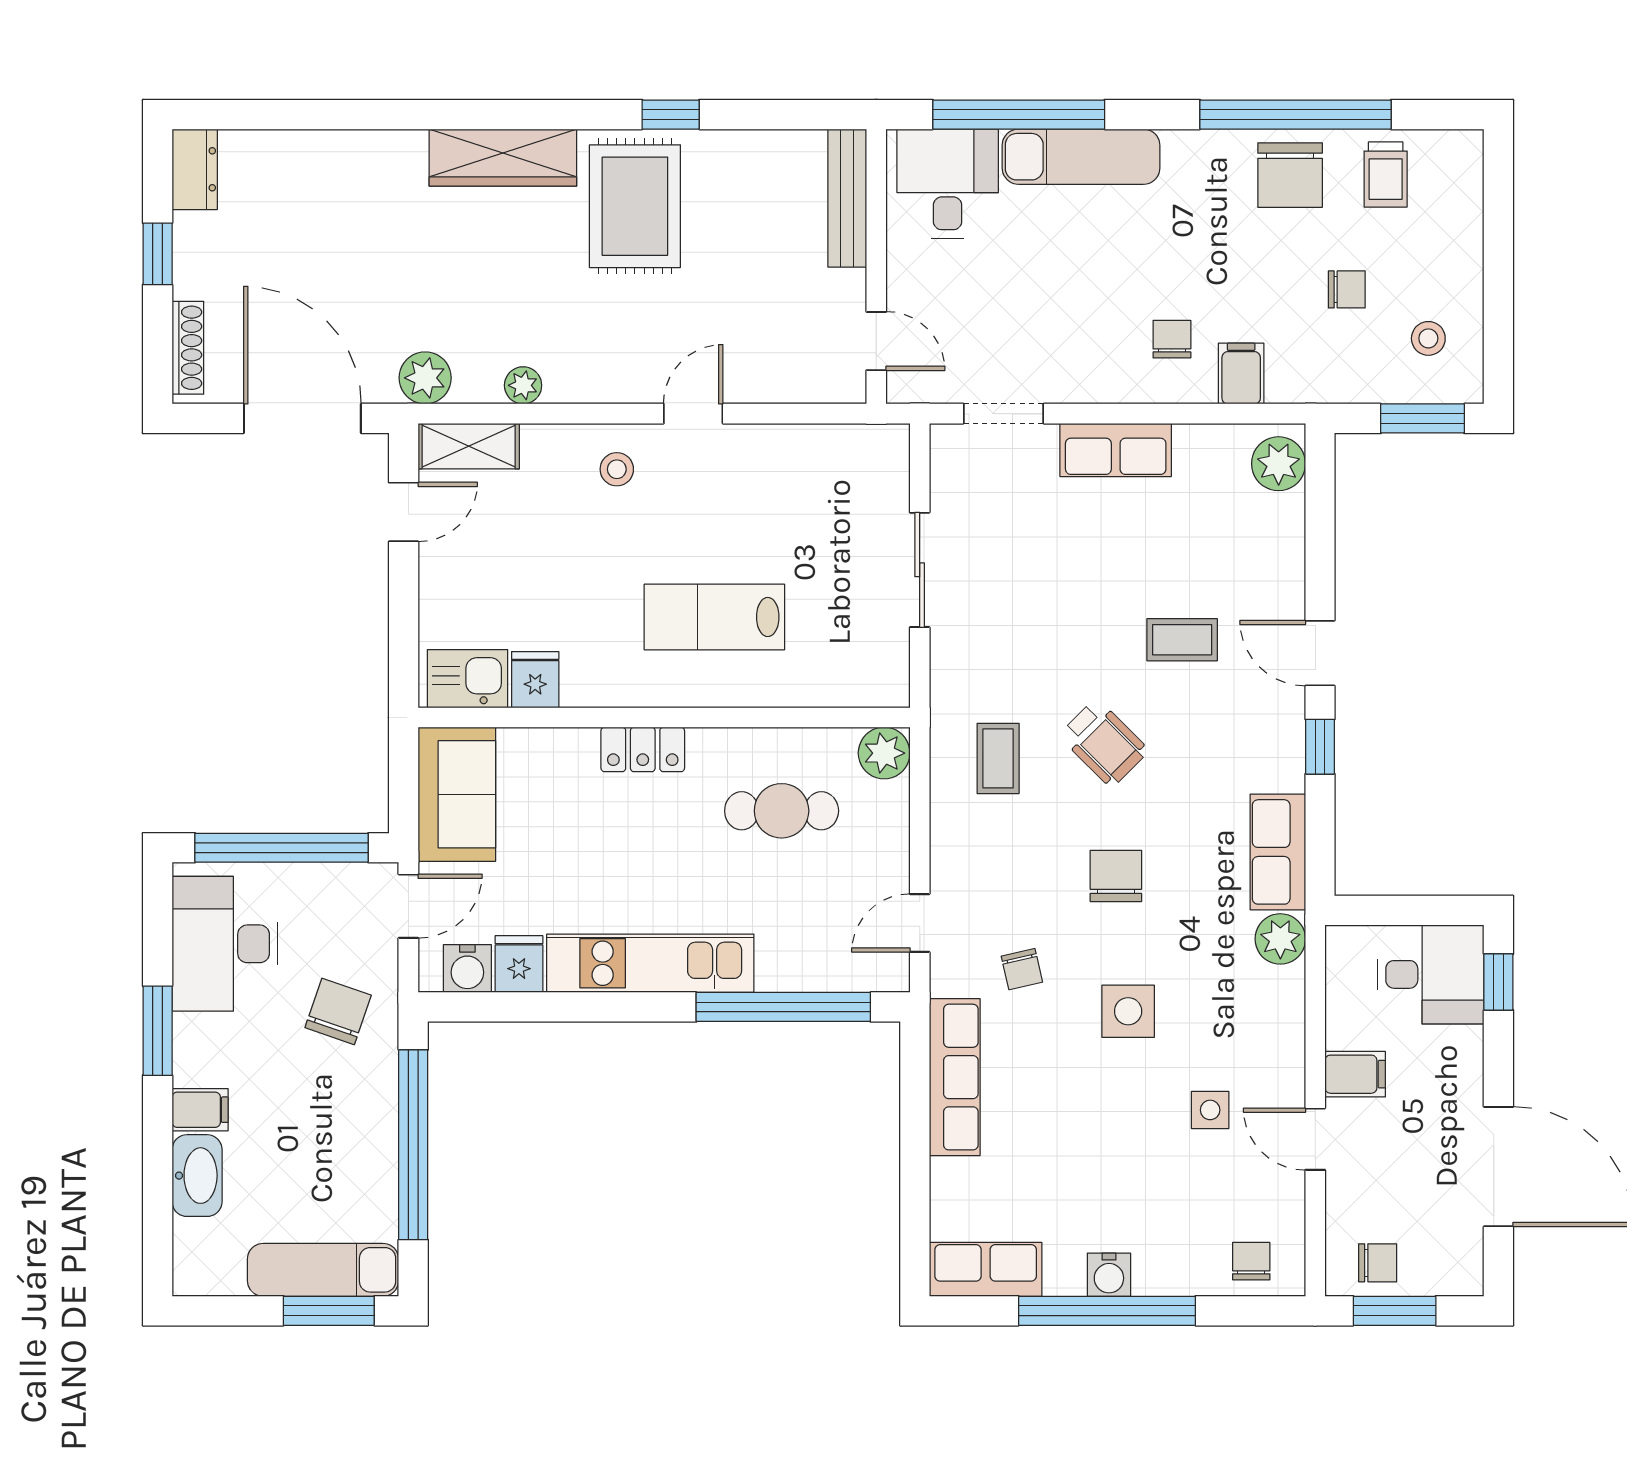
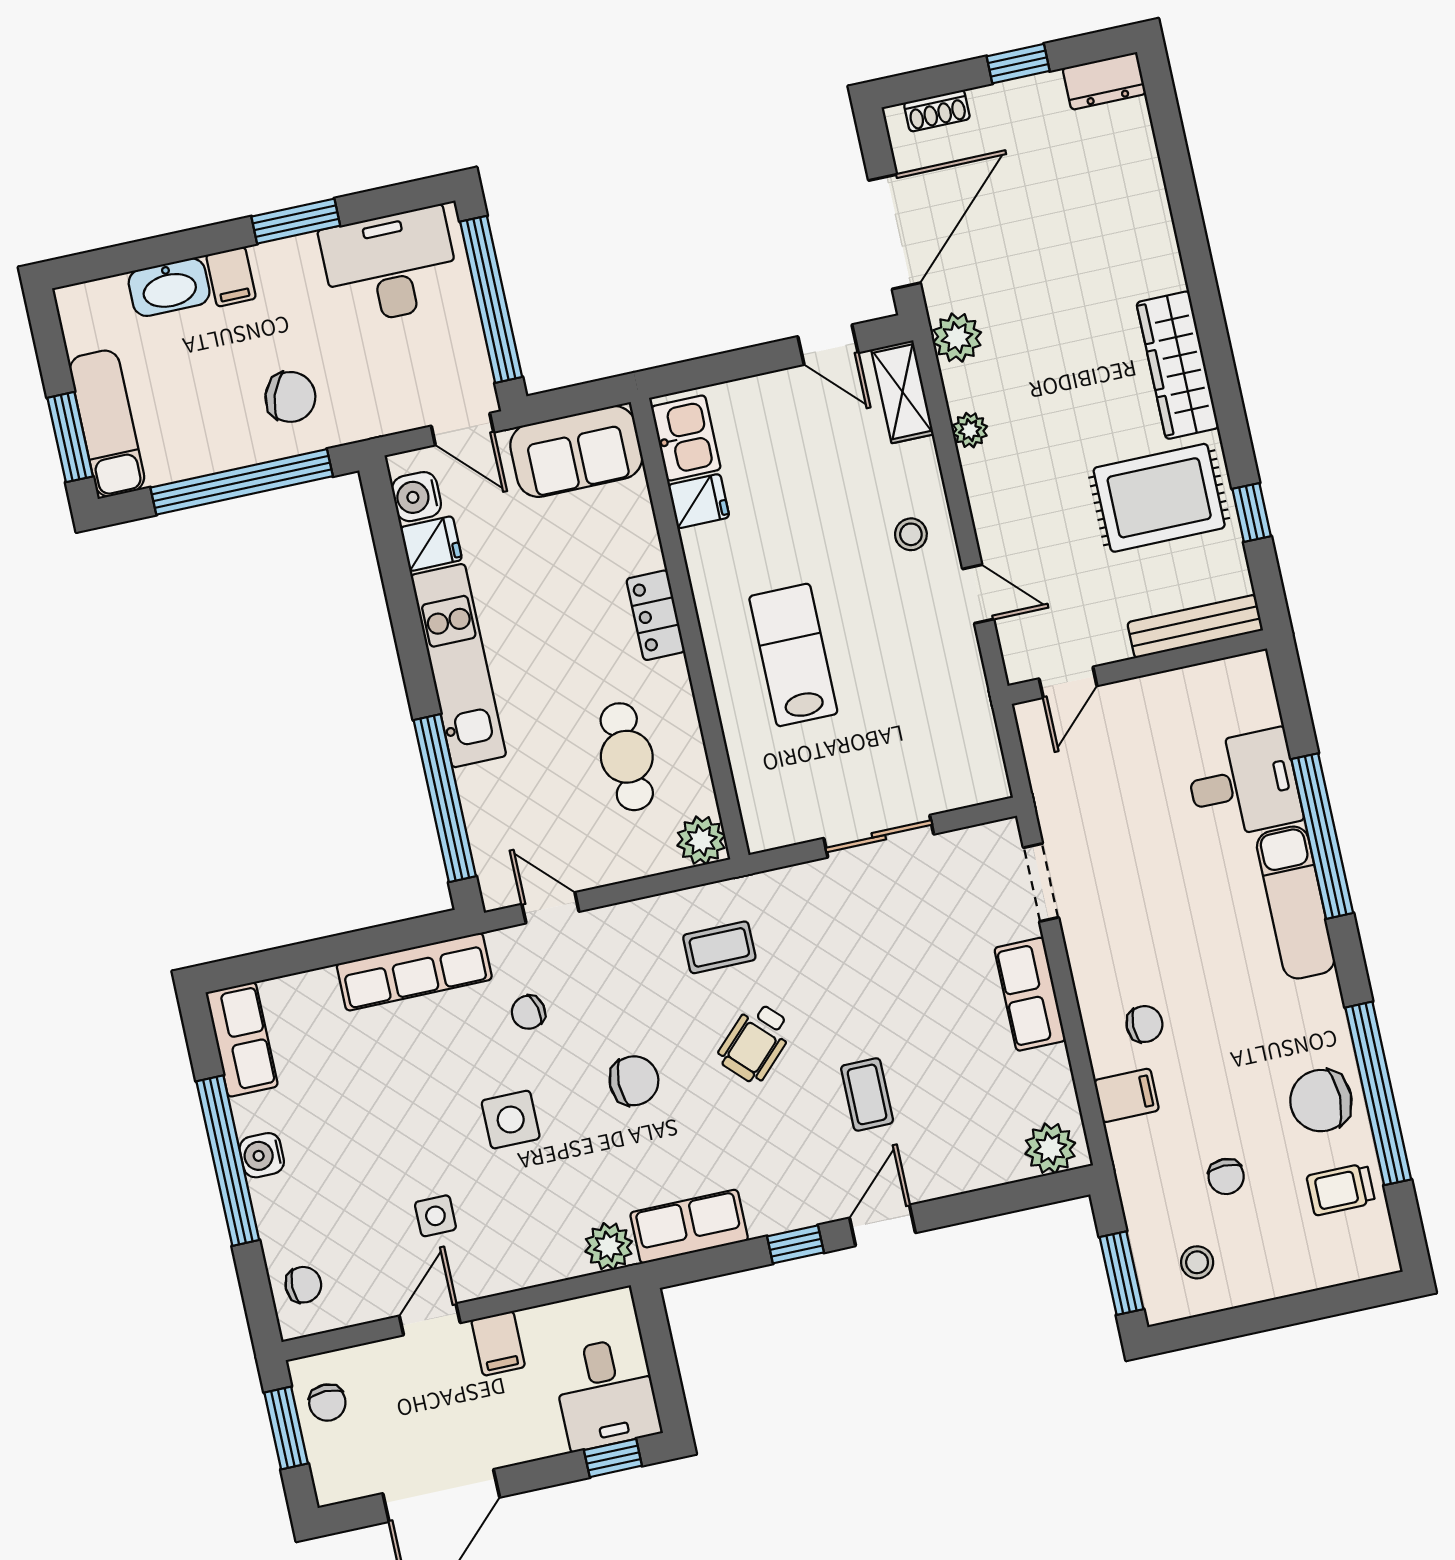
bench: (847, 198) -> (1195, 626), moved
wall: (876, 267) -> (1137, 667), moved
door: (876, 341) -> (1068, 682), moved
shoe rack: (188, 348) -> (937, 111), width x0.70
chair: (338, 1011) -> (290, 397), moved

